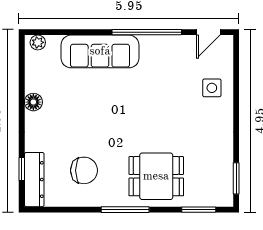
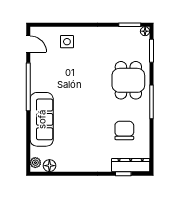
floor lamp: (33, 102) -> (49, 166), moved
floor lamp: (227, 200) -> (145, 31), added

